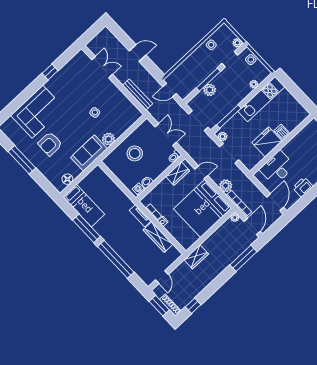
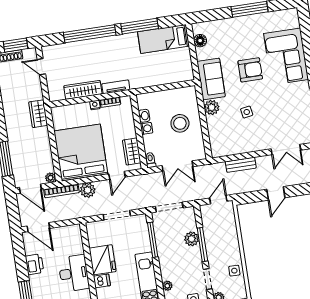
bench: (138, 95) -> (241, 165), width x0.73
plant: (223, 136) -> (138, 220), removed
armchair: (50, 144) -> (250, 70), moved, turned 90
desk: (277, 168) -> (74, 273), moved
washing machine: (139, 189) -> (146, 128), moved

